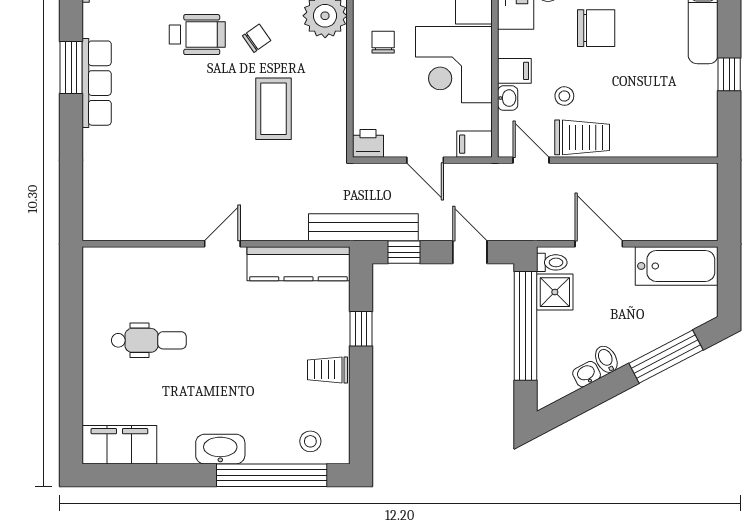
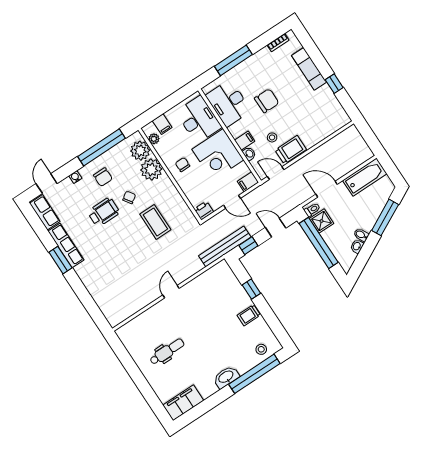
row of seats: (97, 83) -> (66, 245), moved
kitchen counter: (298, 264) -> (208, 279), removed

